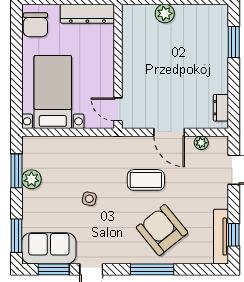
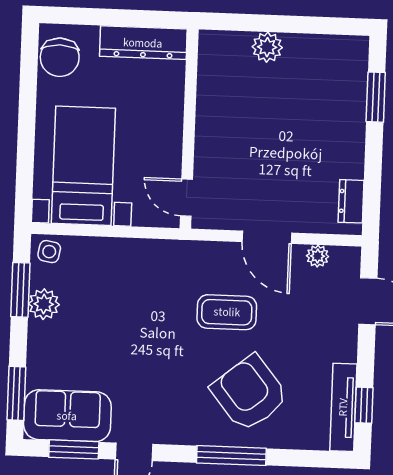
side table: (89, 199) -> (49, 252), moved

